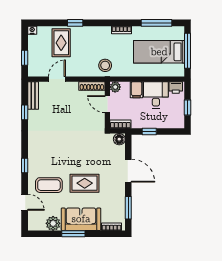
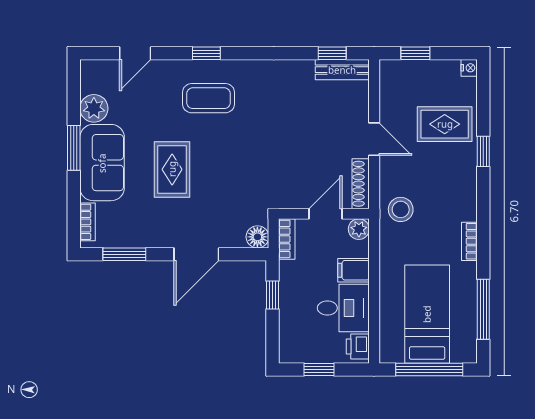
door: (57, 79) -> (374, 139), moved
window: (25, 112) -> (332, 53), moved
coffee table: (49, 185) -> (208, 98), moved, turned 90

